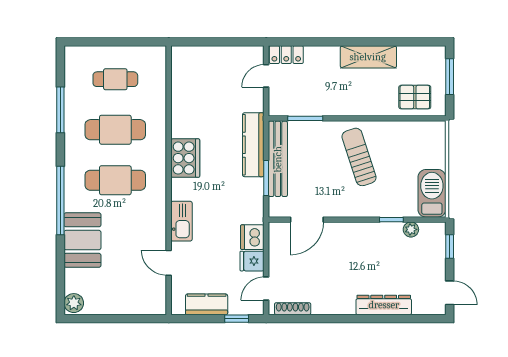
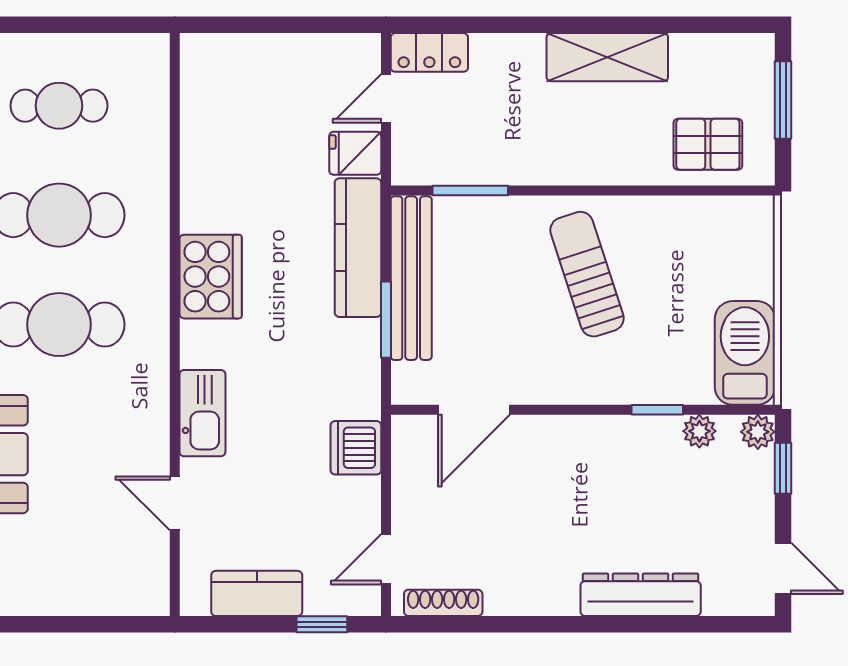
plant: (438, 230) -> (758, 432), added
fridge: (252, 261) -> (355, 153), moved

